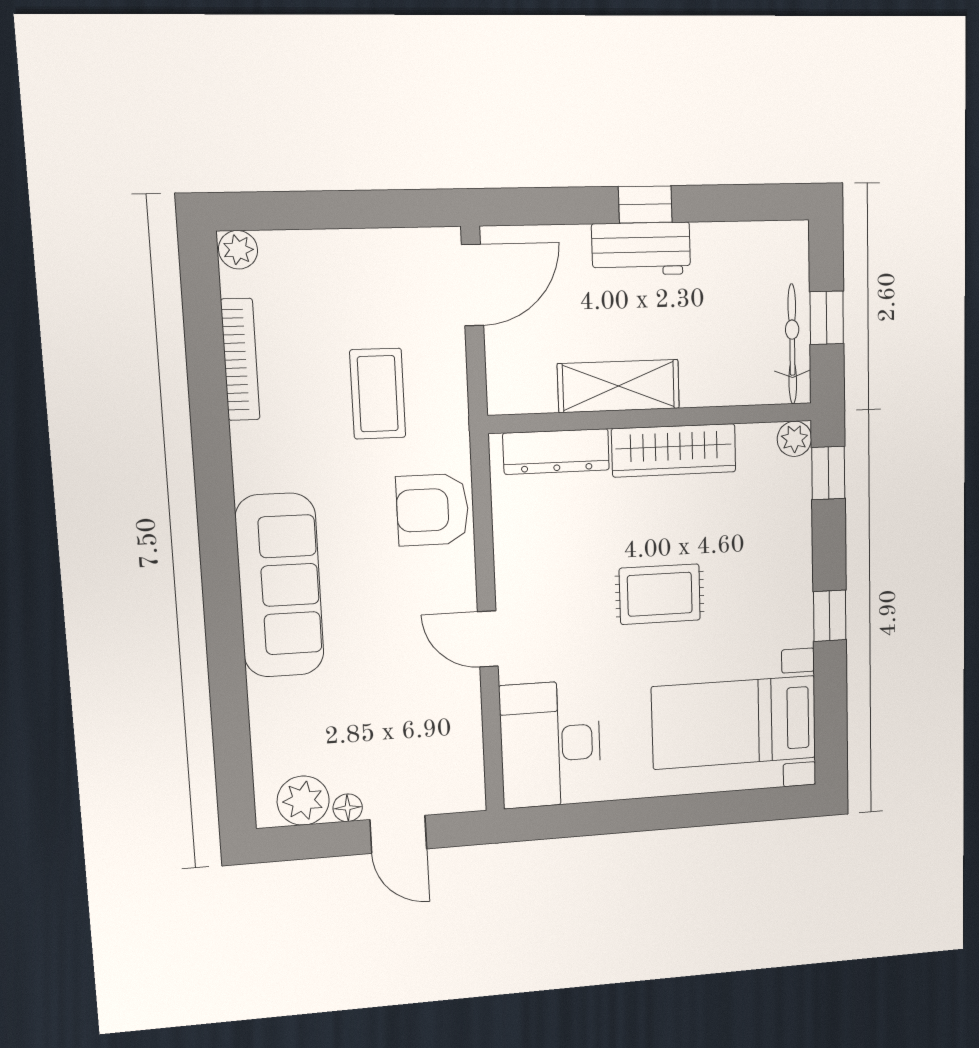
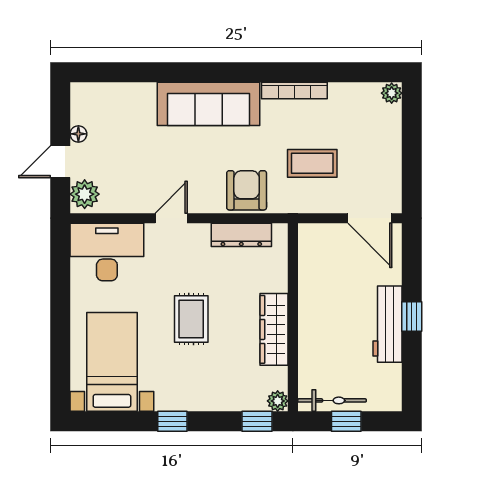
workbench: (641, 249) -> (387, 324), width x1.38
bookcase: (240, 360) -> (294, 90), moved
shelving: (619, 386) -> (312, 298), removed
dresser: (556, 452) -> (241, 235), moved, turned -90
plant: (303, 801) -> (85, 194), moved

